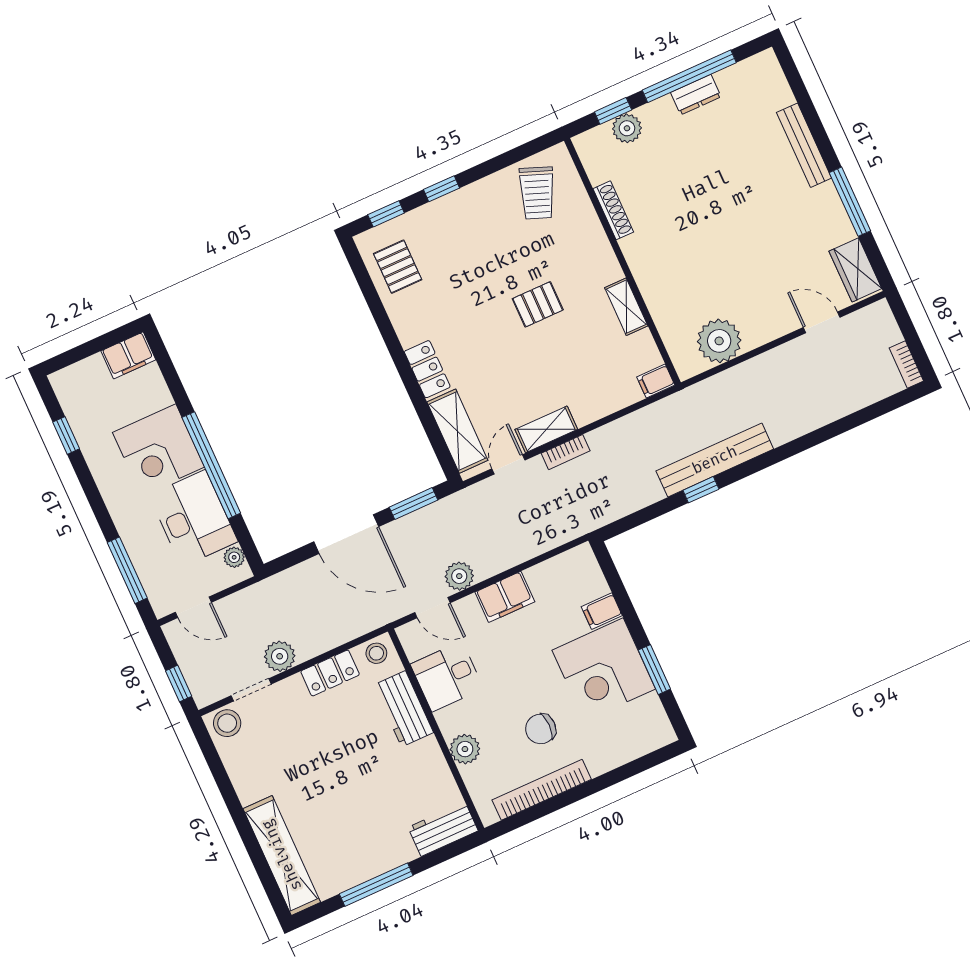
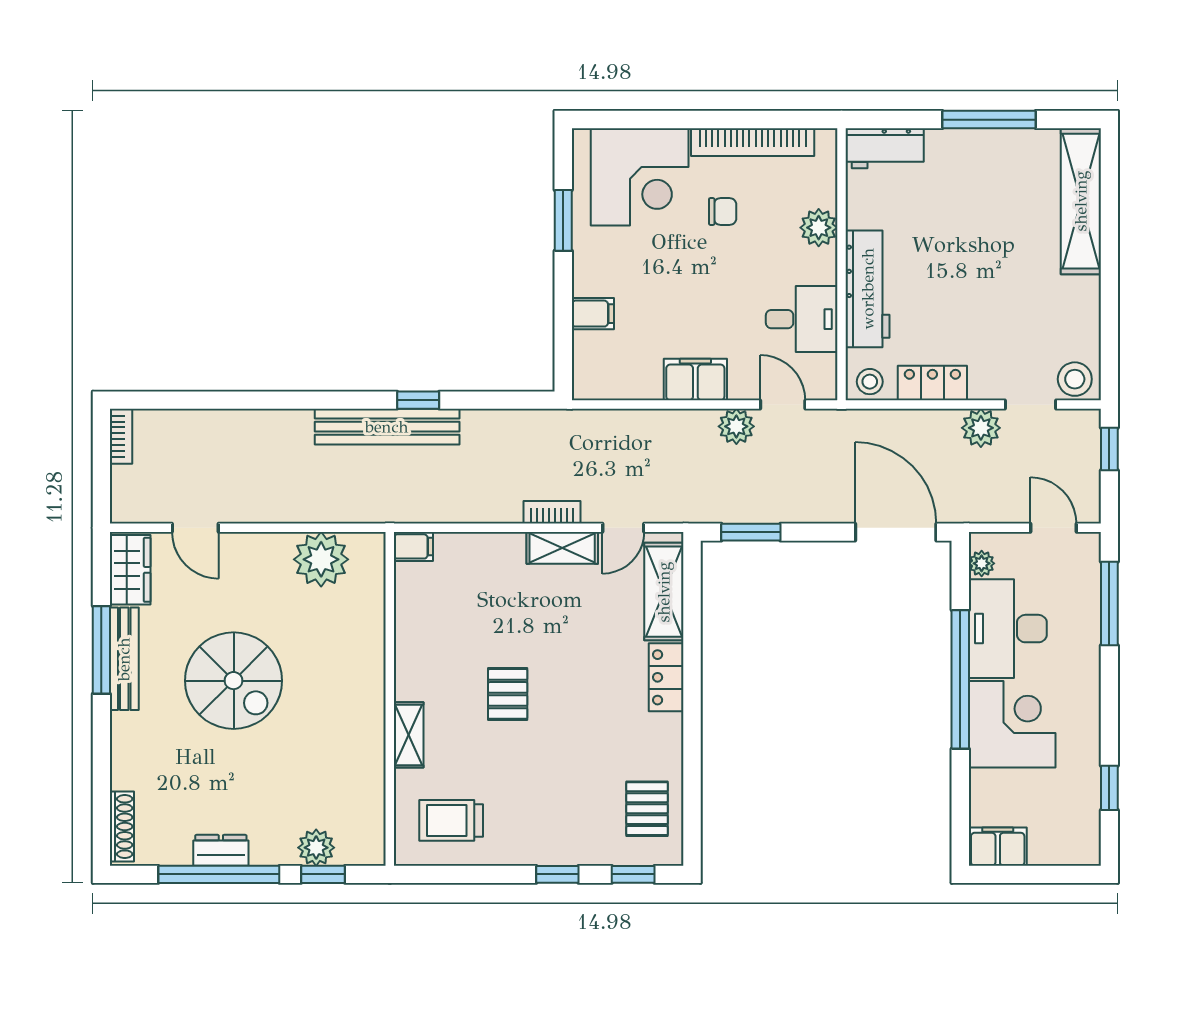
bench: (804, 145) -> (124, 659), moved
trolley: (537, 193) -> (451, 820), turned -111
shoe rack: (613, 210) -> (122, 826), moved, turned 180
spiral stairs: (743, 223) -> (234, 681), added
pallet: (538, 304) -> (508, 694), turned 90
shelving: (626, 307) -> (409, 735), moved
door: (346, 534) -> (896, 532), moved
corner desk: (604, 670) -> (640, 177), moved, turned 90
workbench: (404, 709) -> (868, 289), width x1.38
chair: (541, 729) -> (723, 211), width x0.73, depth x0.73

